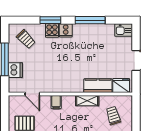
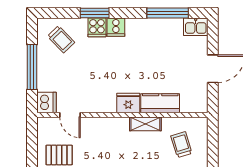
window: (90, 20) -> (168, 13), moved
dishwasher: (15, 70) -> (46, 103), moved
fridge: (121, 85) -> (128, 103), moved
filing cabinet: (56, 102) -> (103, 126), removed

